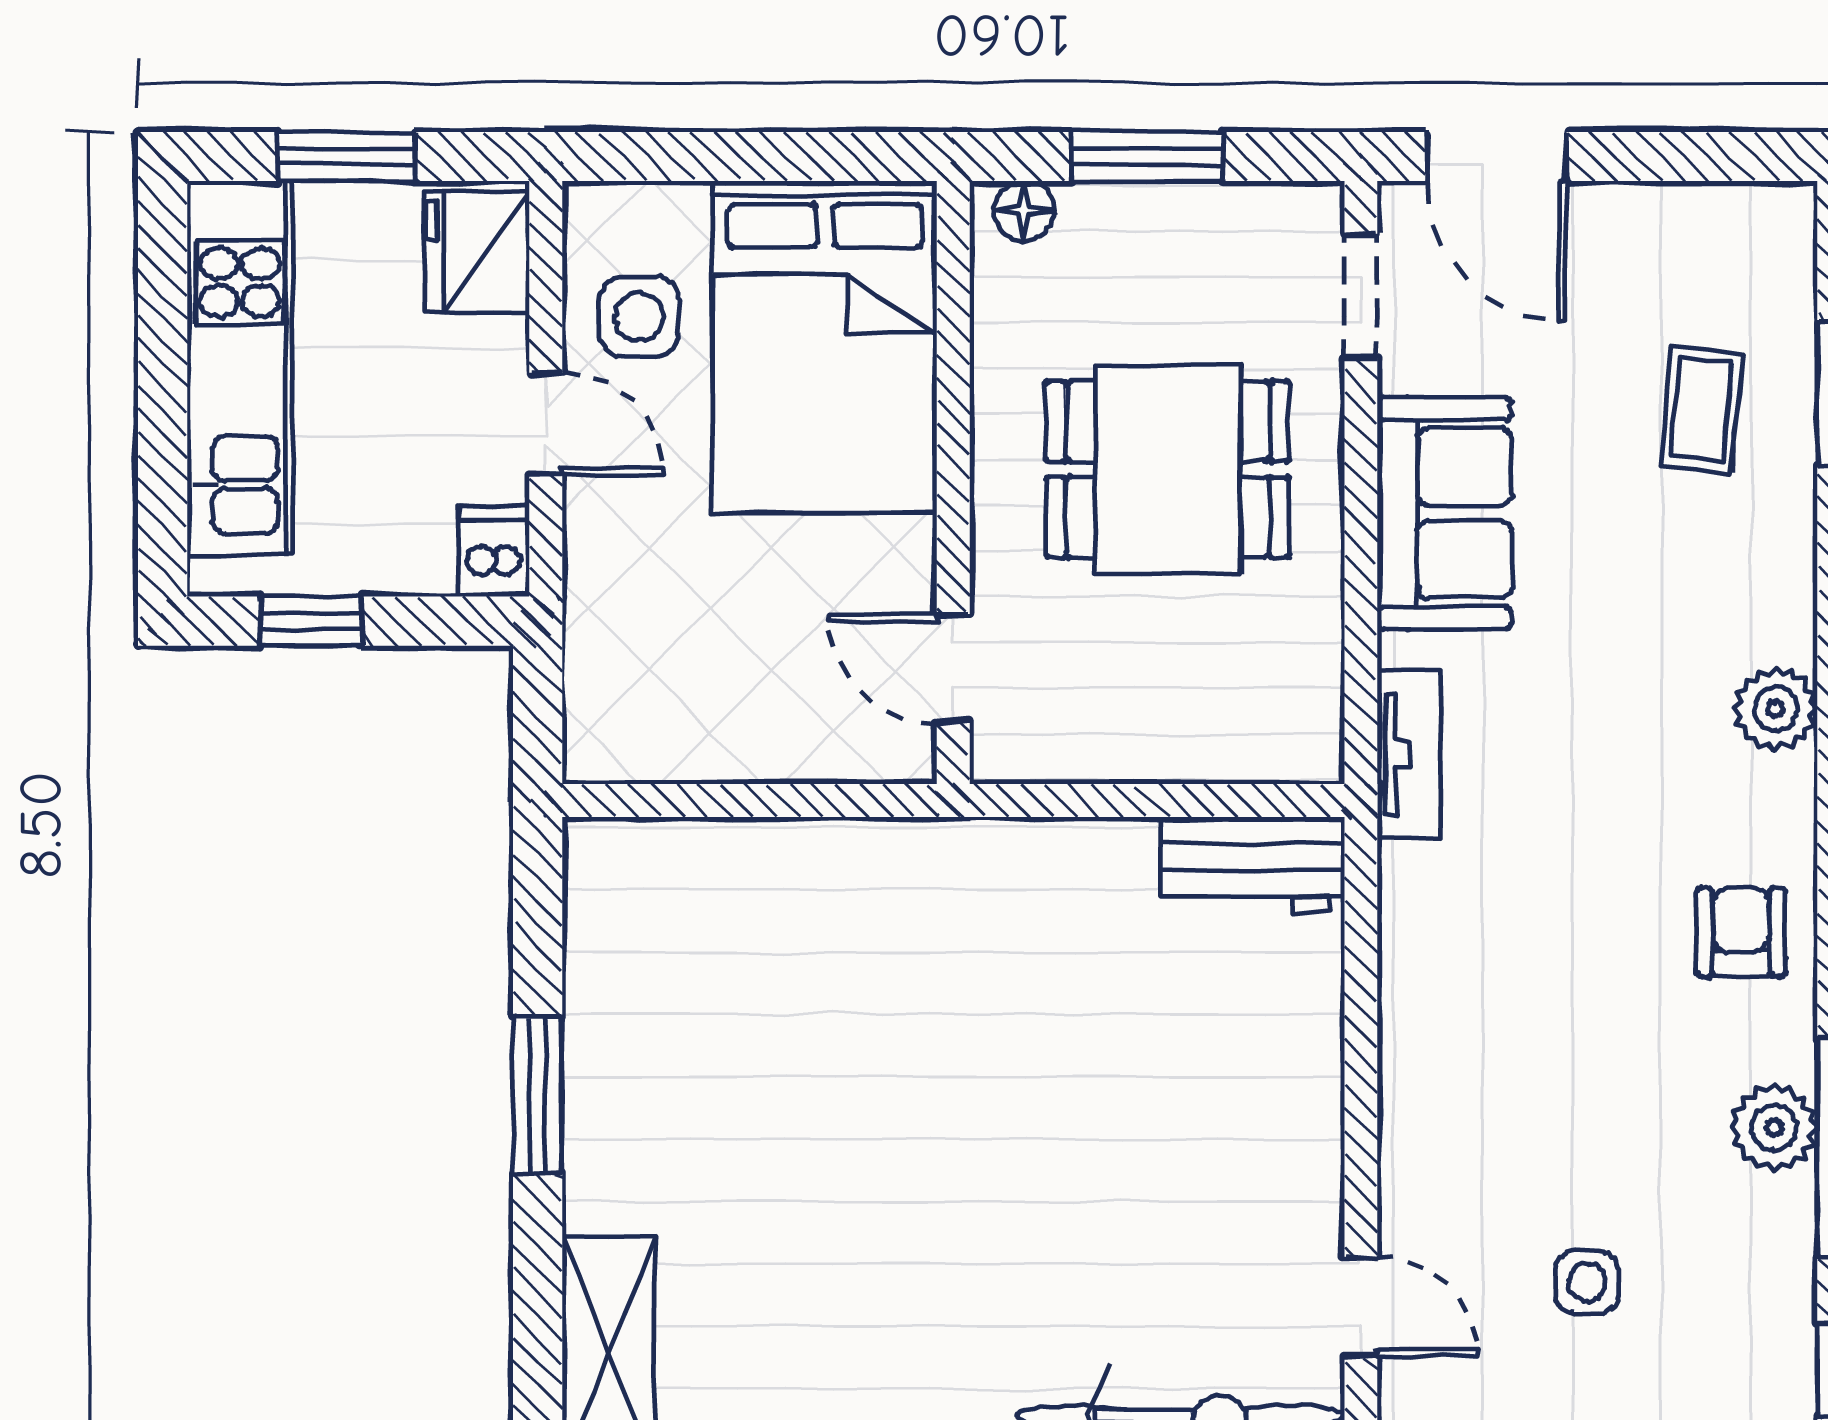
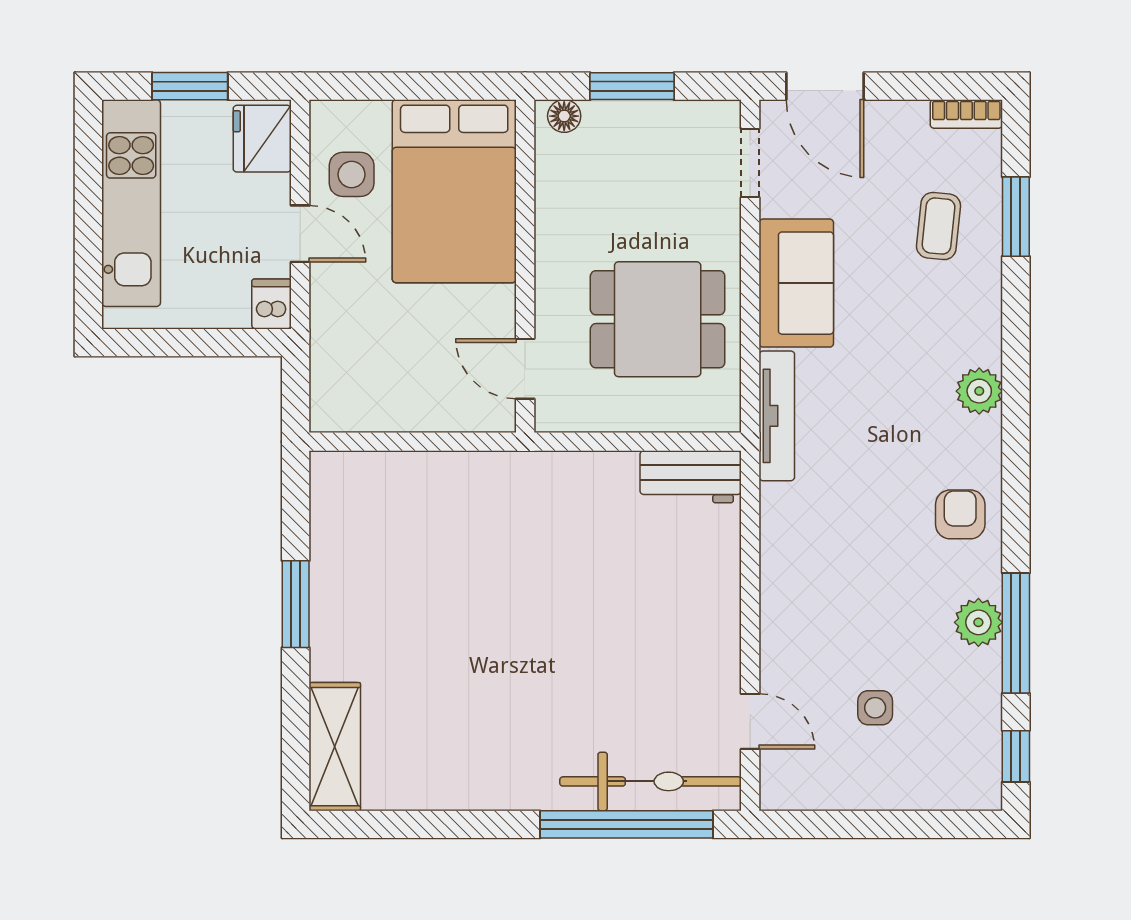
bookcase: (1752, 207) -> (966, 114), added
dining table: (1168, 469) -> (658, 319), moved
window: (311, 621) -> (171, 343), removed
tv unit: (1409, 754) -> (777, 416), width x1.41

